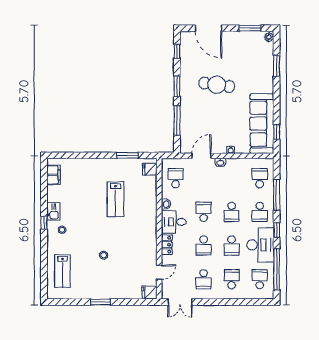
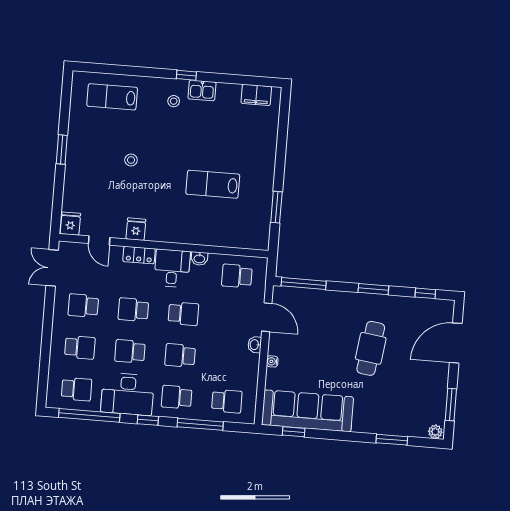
window: (177, 121) -> (304, 284), moved
fridge: (150, 169) -> (136, 229), moved
school desk: (176, 178) -> (237, 276), turned 180

